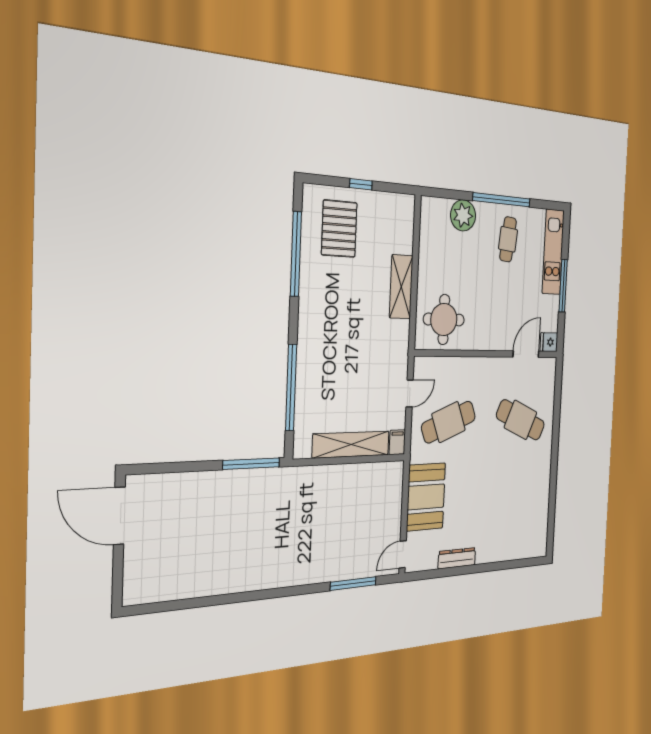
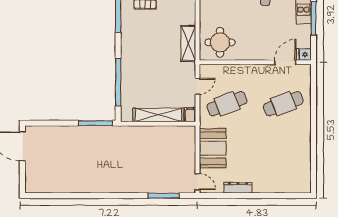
shelving: (401, 287) -> (188, 44), moved
cafe table: (521, 420) -> (283, 104), turned -45
door: (403, 554) -> (197, 182), swing flipped

